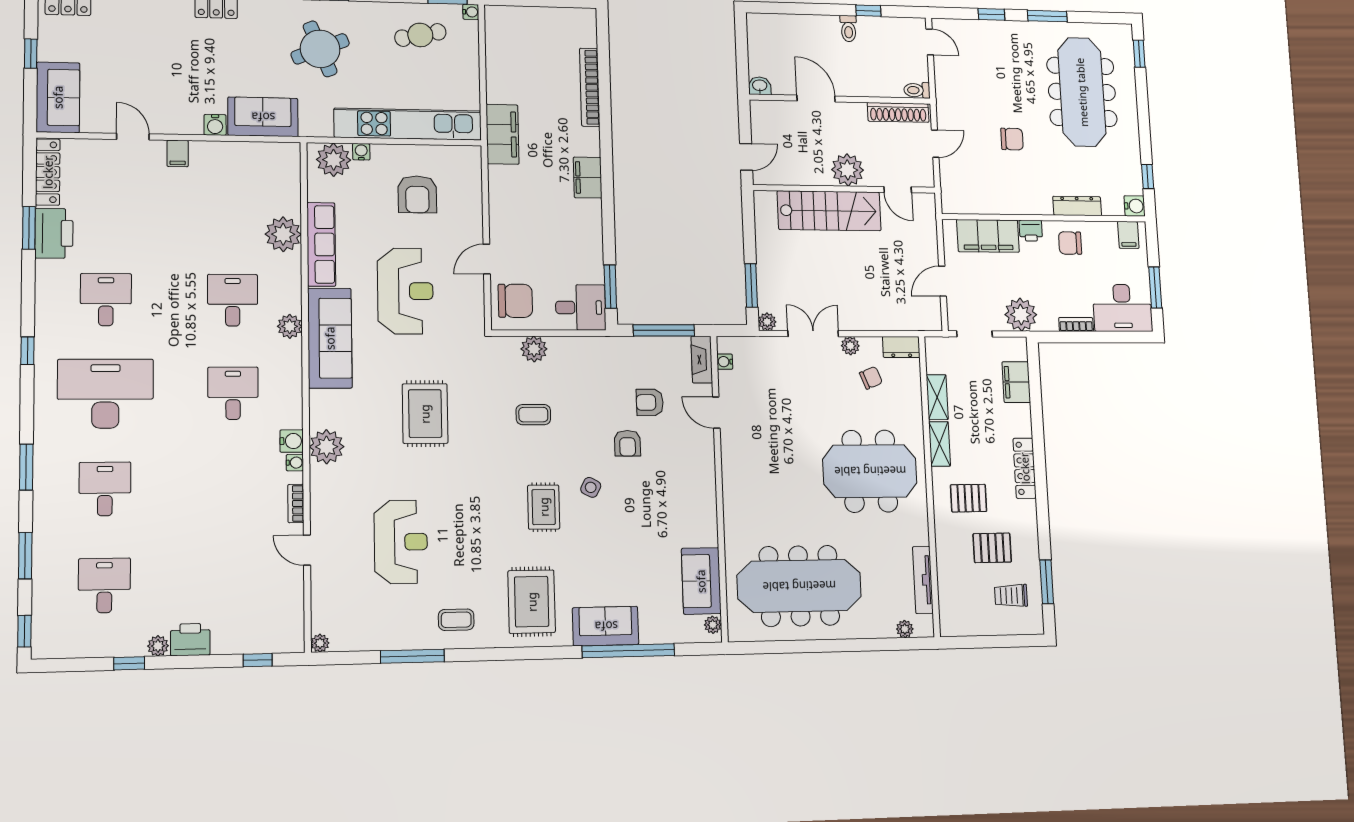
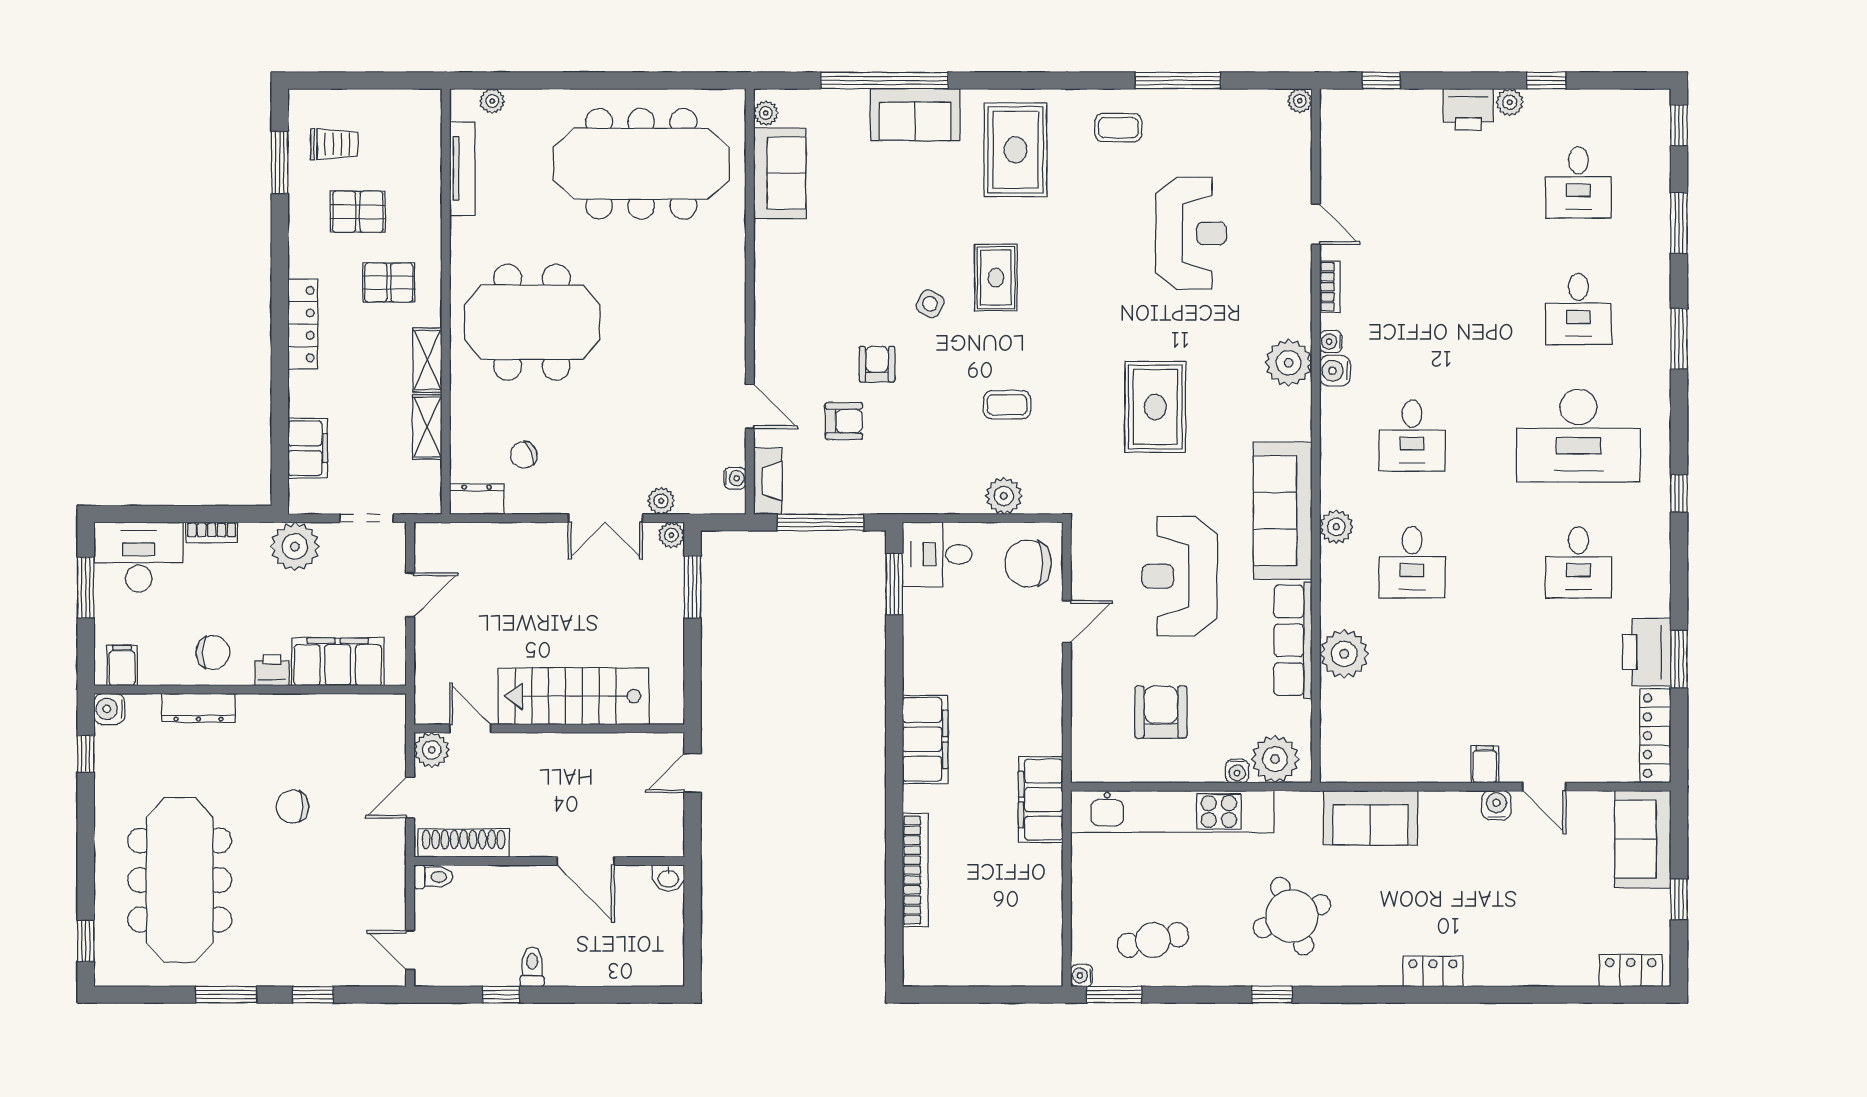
water cooler: (215, 125) -> (1496, 805), moved
plant: (848, 170) -> (432, 750), moved, width x0.73, depth x0.73
filing cabinet: (588, 178) -> (925, 739), width x1.50, depth x1.17
plant: (850, 346) -> (661, 501), moved
reception desk: (401, 542) -> (1191, 233), turned 180

